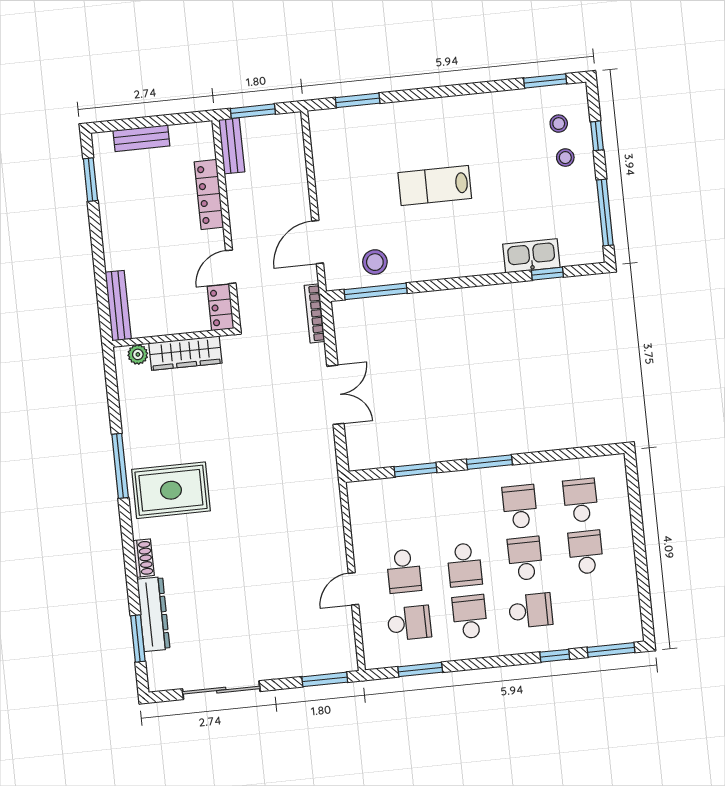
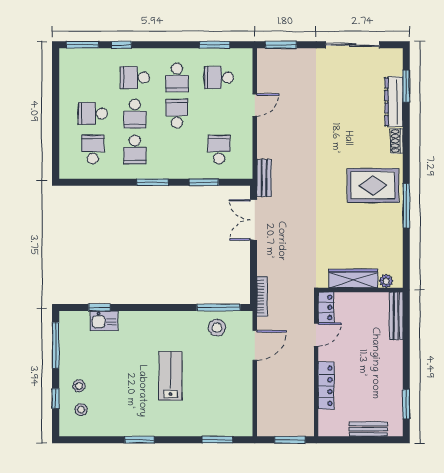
window: (545, 81) -> (140, 440), moved
bench: (232, 146) -> (264, 178), moved
lab bench: (435, 185) -> (170, 376), turned -90
kitchen sink: (531, 256) -> (104, 321), width x0.73
double door: (335, 395) -> (253, 220), moved
school desk: (580, 500) -> (93, 150), turned 180
school desk: (586, 552) -> (93, 114), turned 90
school desk: (404, 571) -> (219, 150), moved

